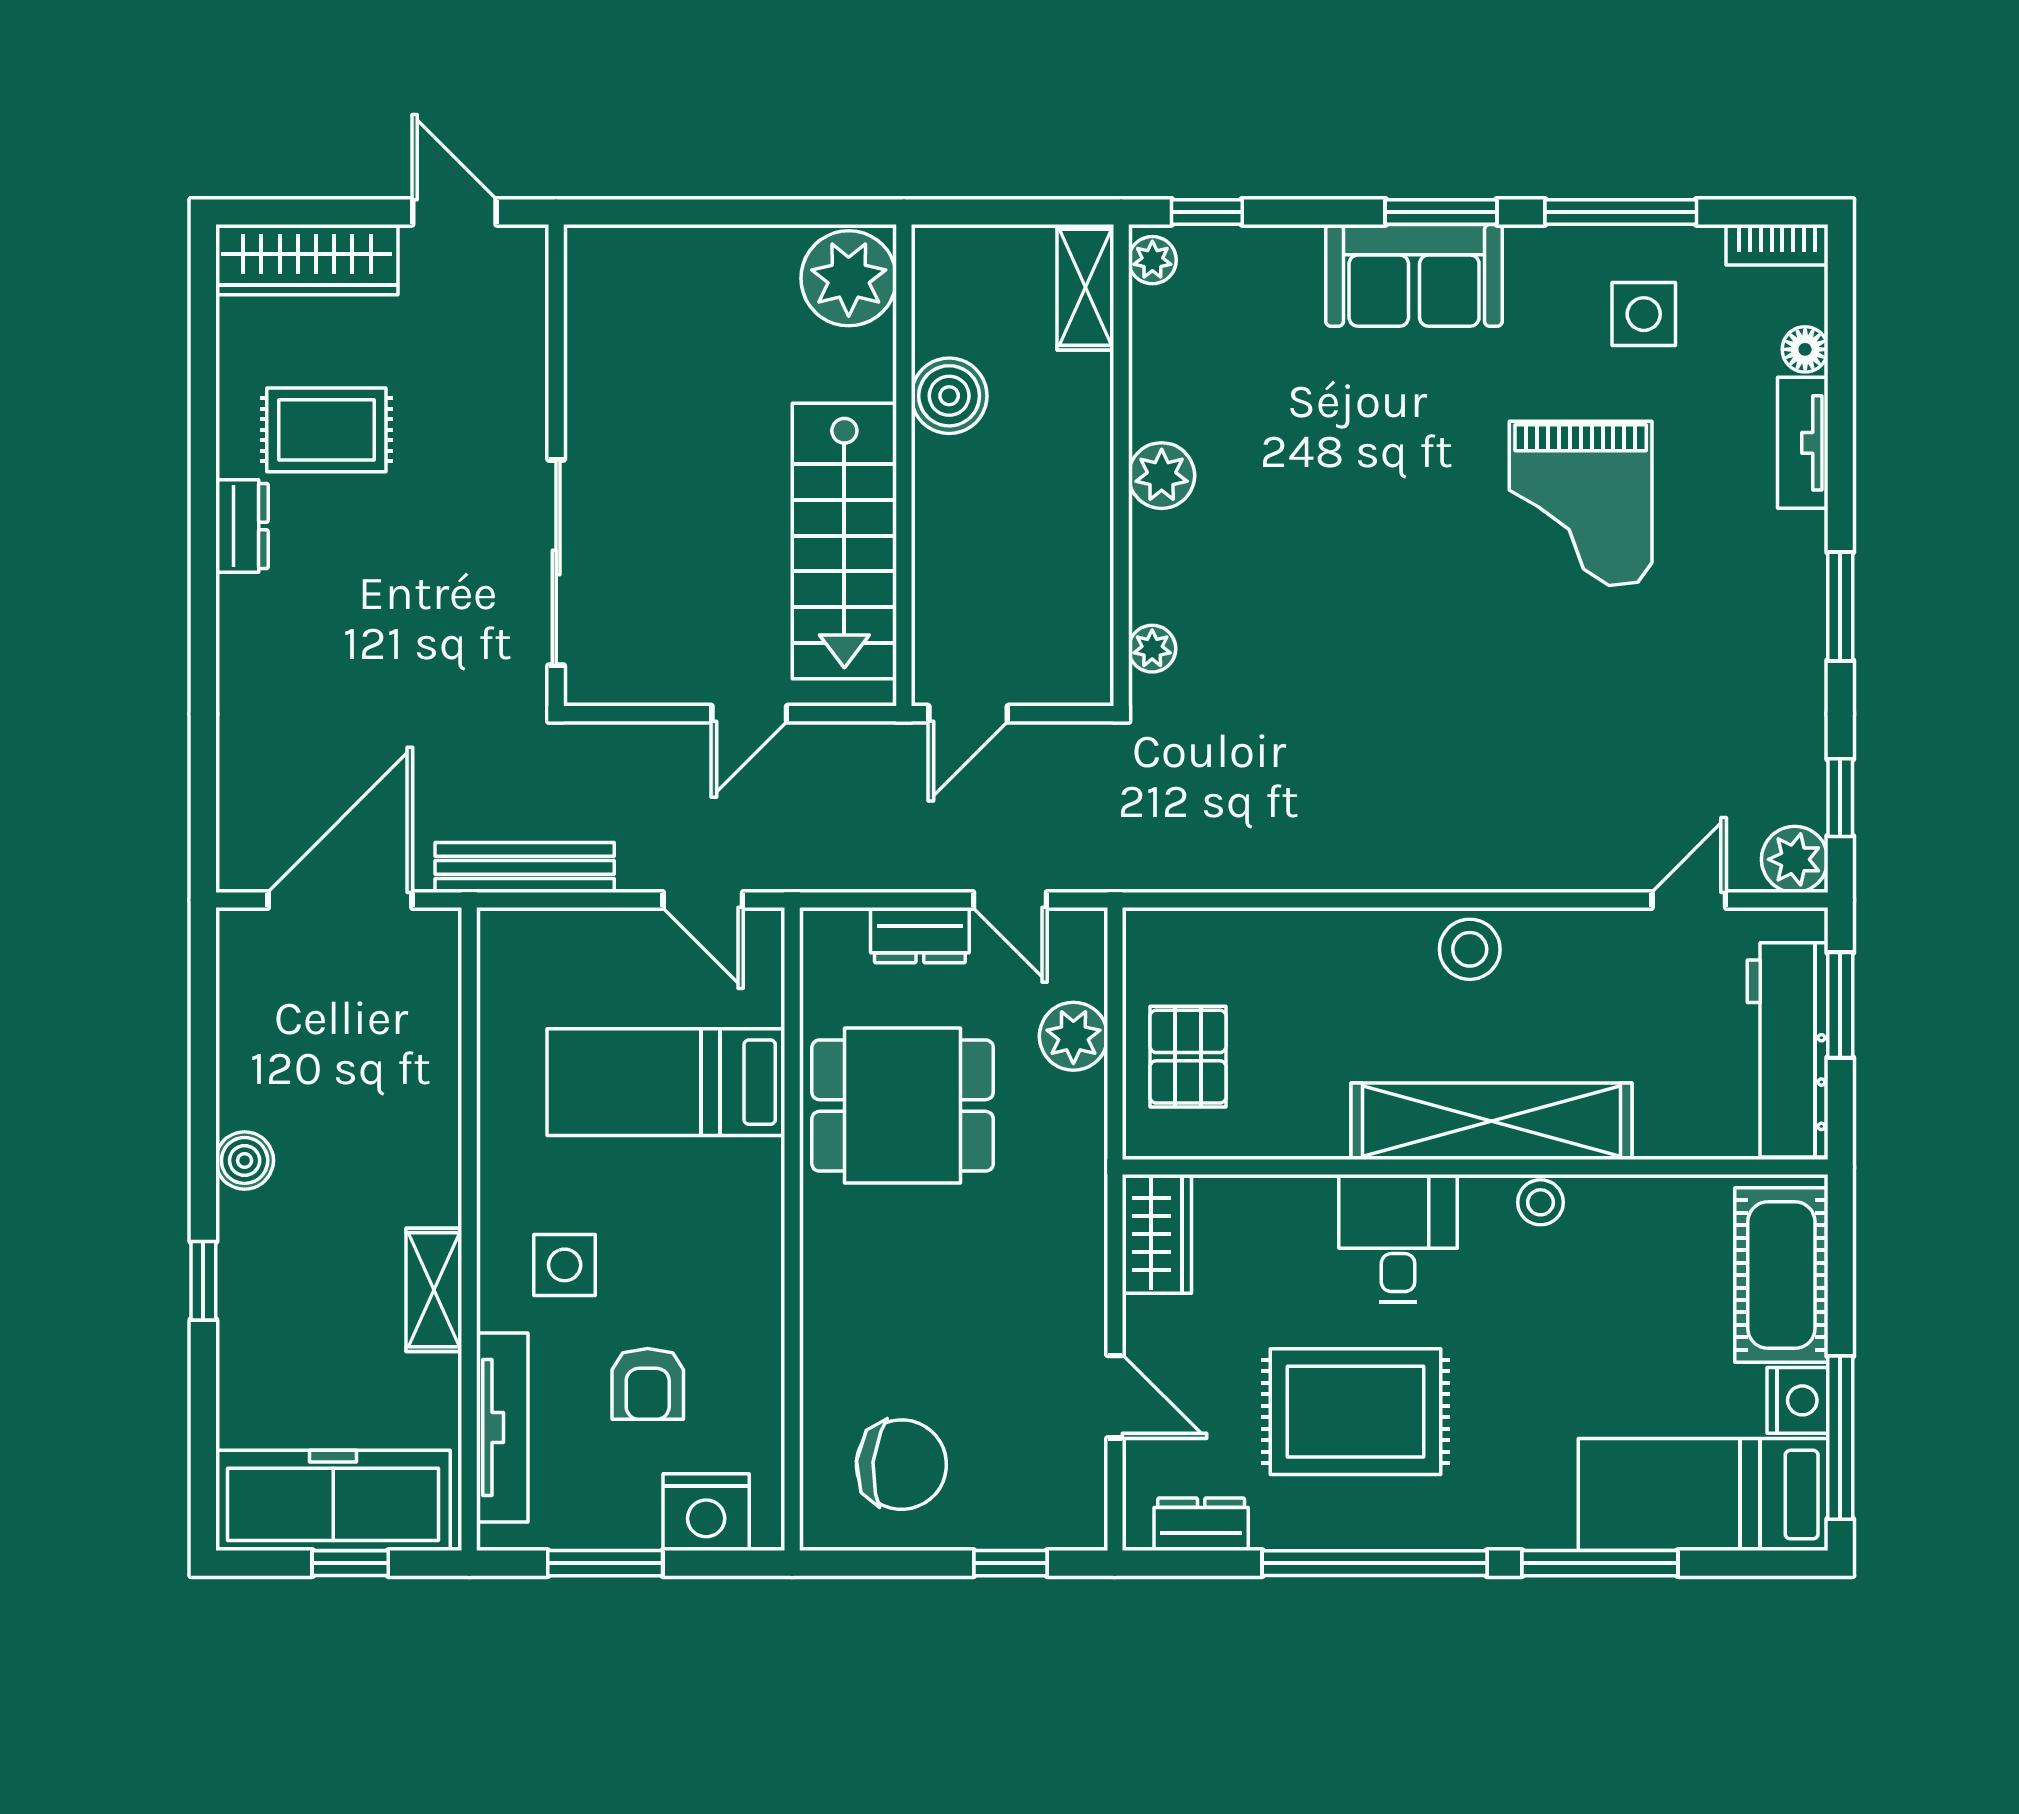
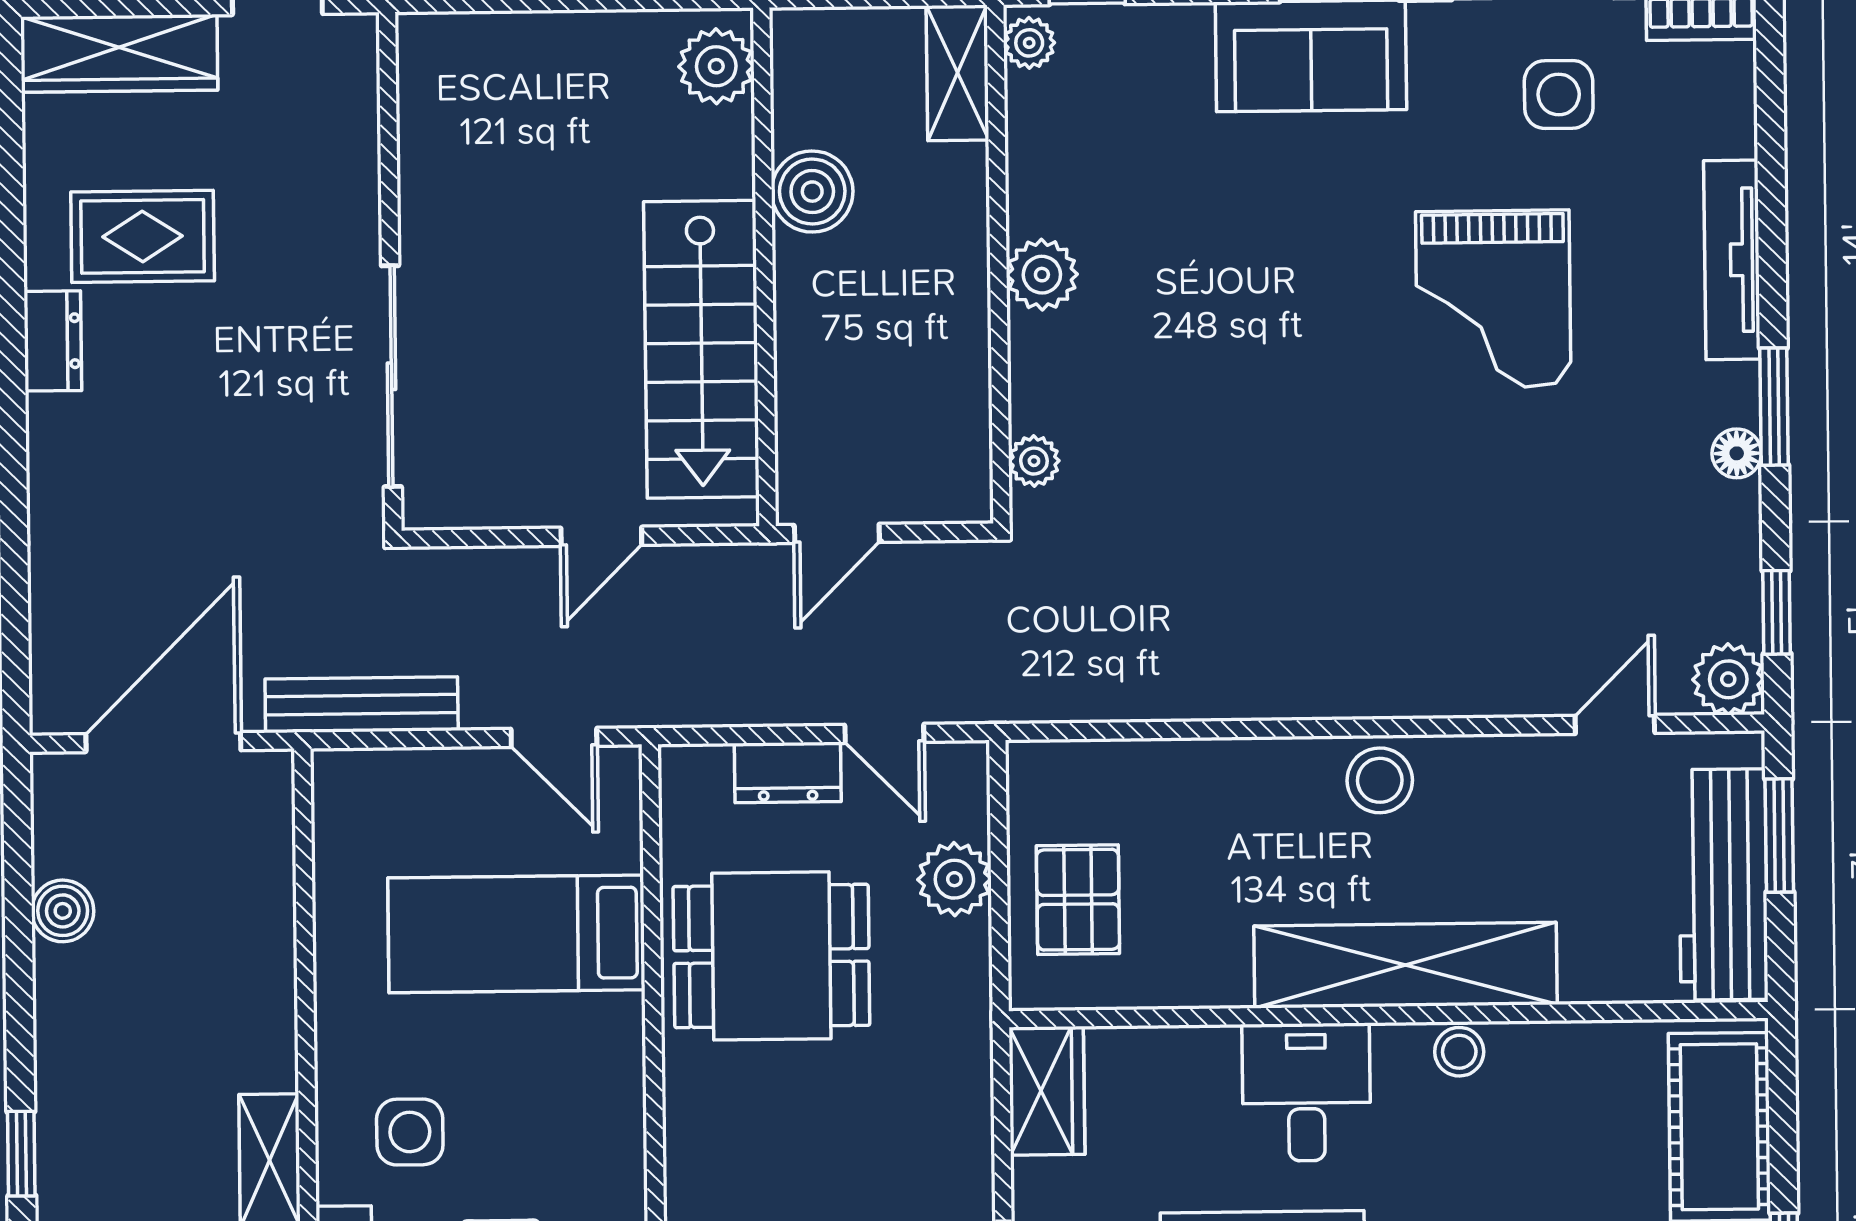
plant: (849, 278) -> (716, 66), width x0.73, depth x0.73
floor lamp: (1805, 349) -> (1737, 453), moved
tv unit: (1803, 443) -> (1732, 260), width x1.41
boiler: (245, 1160) -> (63, 911), moved

